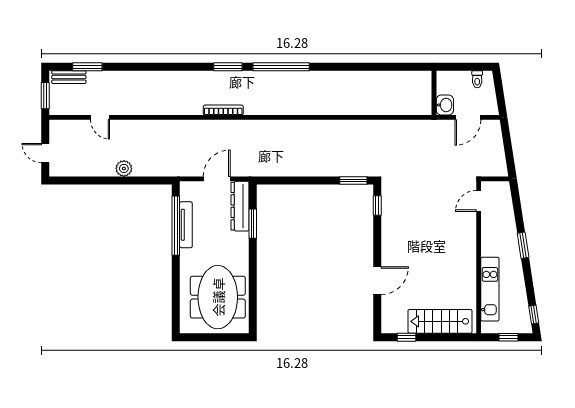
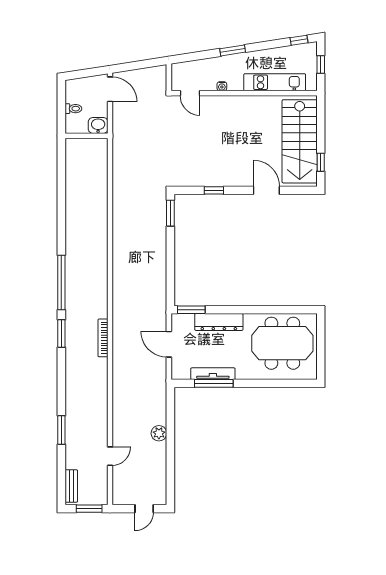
window: (87, 67) -> (61, 430), moved
toilet: (477, 79) -> (73, 109), moved
door: (468, 117) -> (110, 89), moved
dresser: (240, 206) -> (219, 322), moved
window: (377, 206) -> (214, 190), moved
window: (253, 224) -> (191, 310), moved
window: (176, 226) -> (214, 383), width x0.68
water cooler: (486, 234) -> (222, 86), added
stairs: (440, 321) -> (300, 141), width x1.36, depth x1.51

